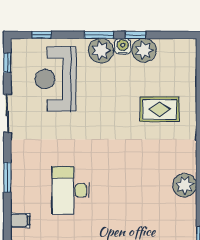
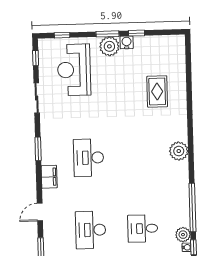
plant: (144, 50) -> (144, 45), removed
rug: (160, 109) -> (157, 92), turned 90
filing cabinet: (20, 220) -> (49, 177), width x2.00

